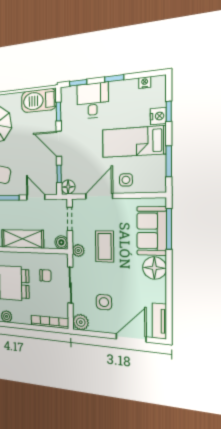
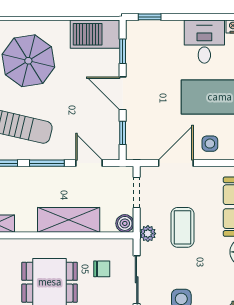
window: (114, 78) -> (196, 17), removed
desk: (93, 101) -> (204, 42), moved
floor lamp: (68, 187) -> (135, 150), removed

